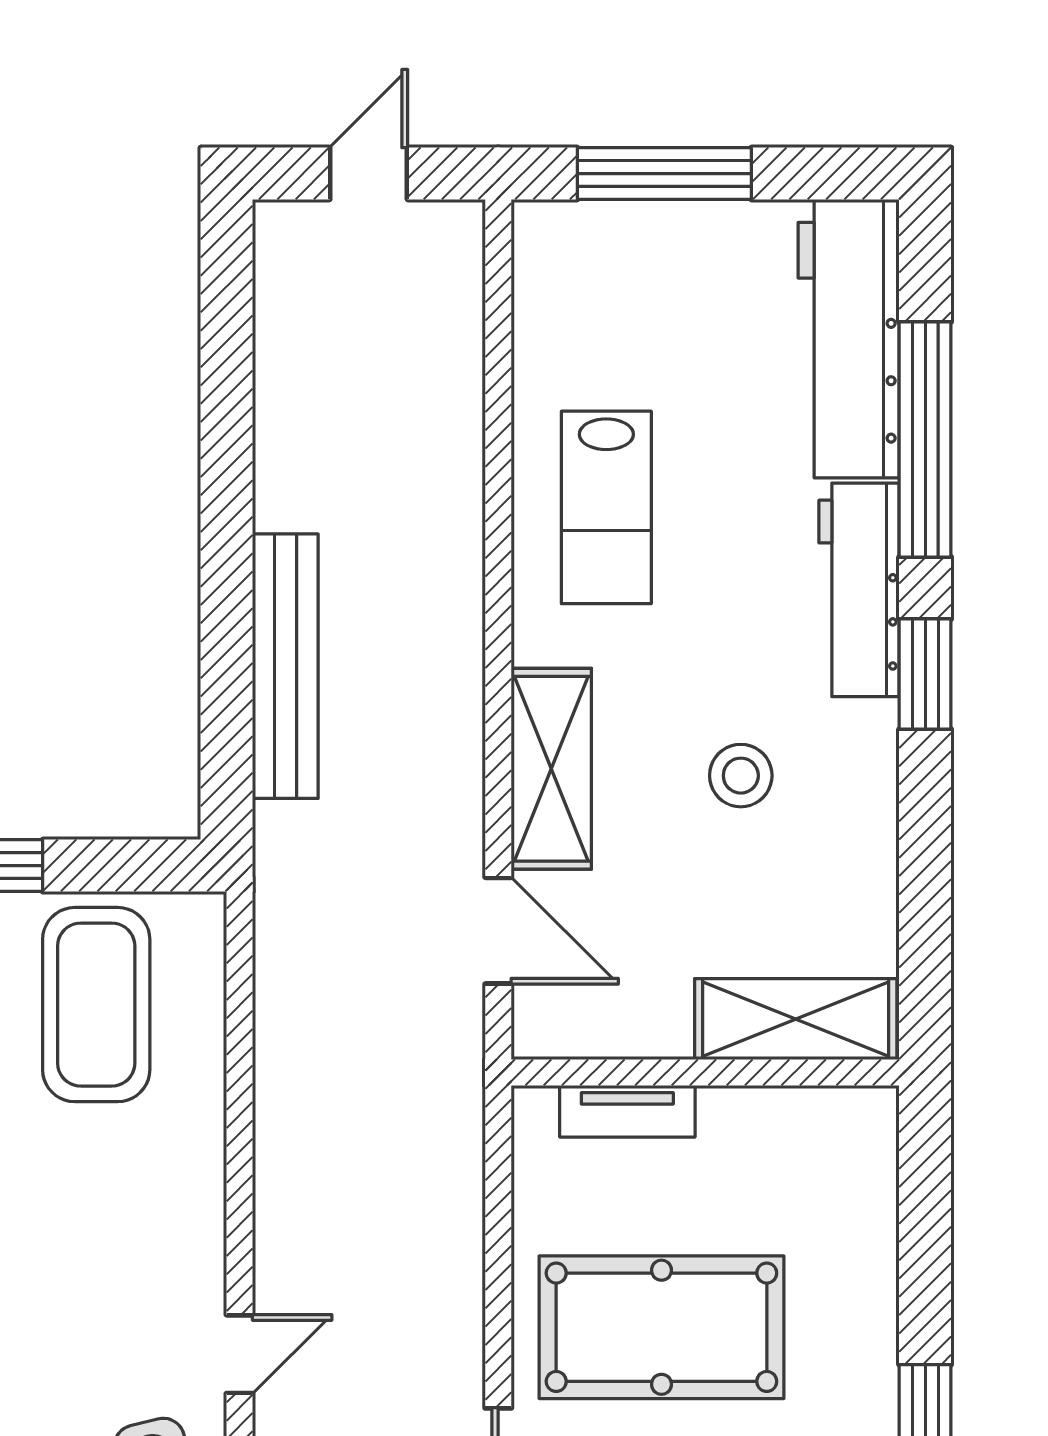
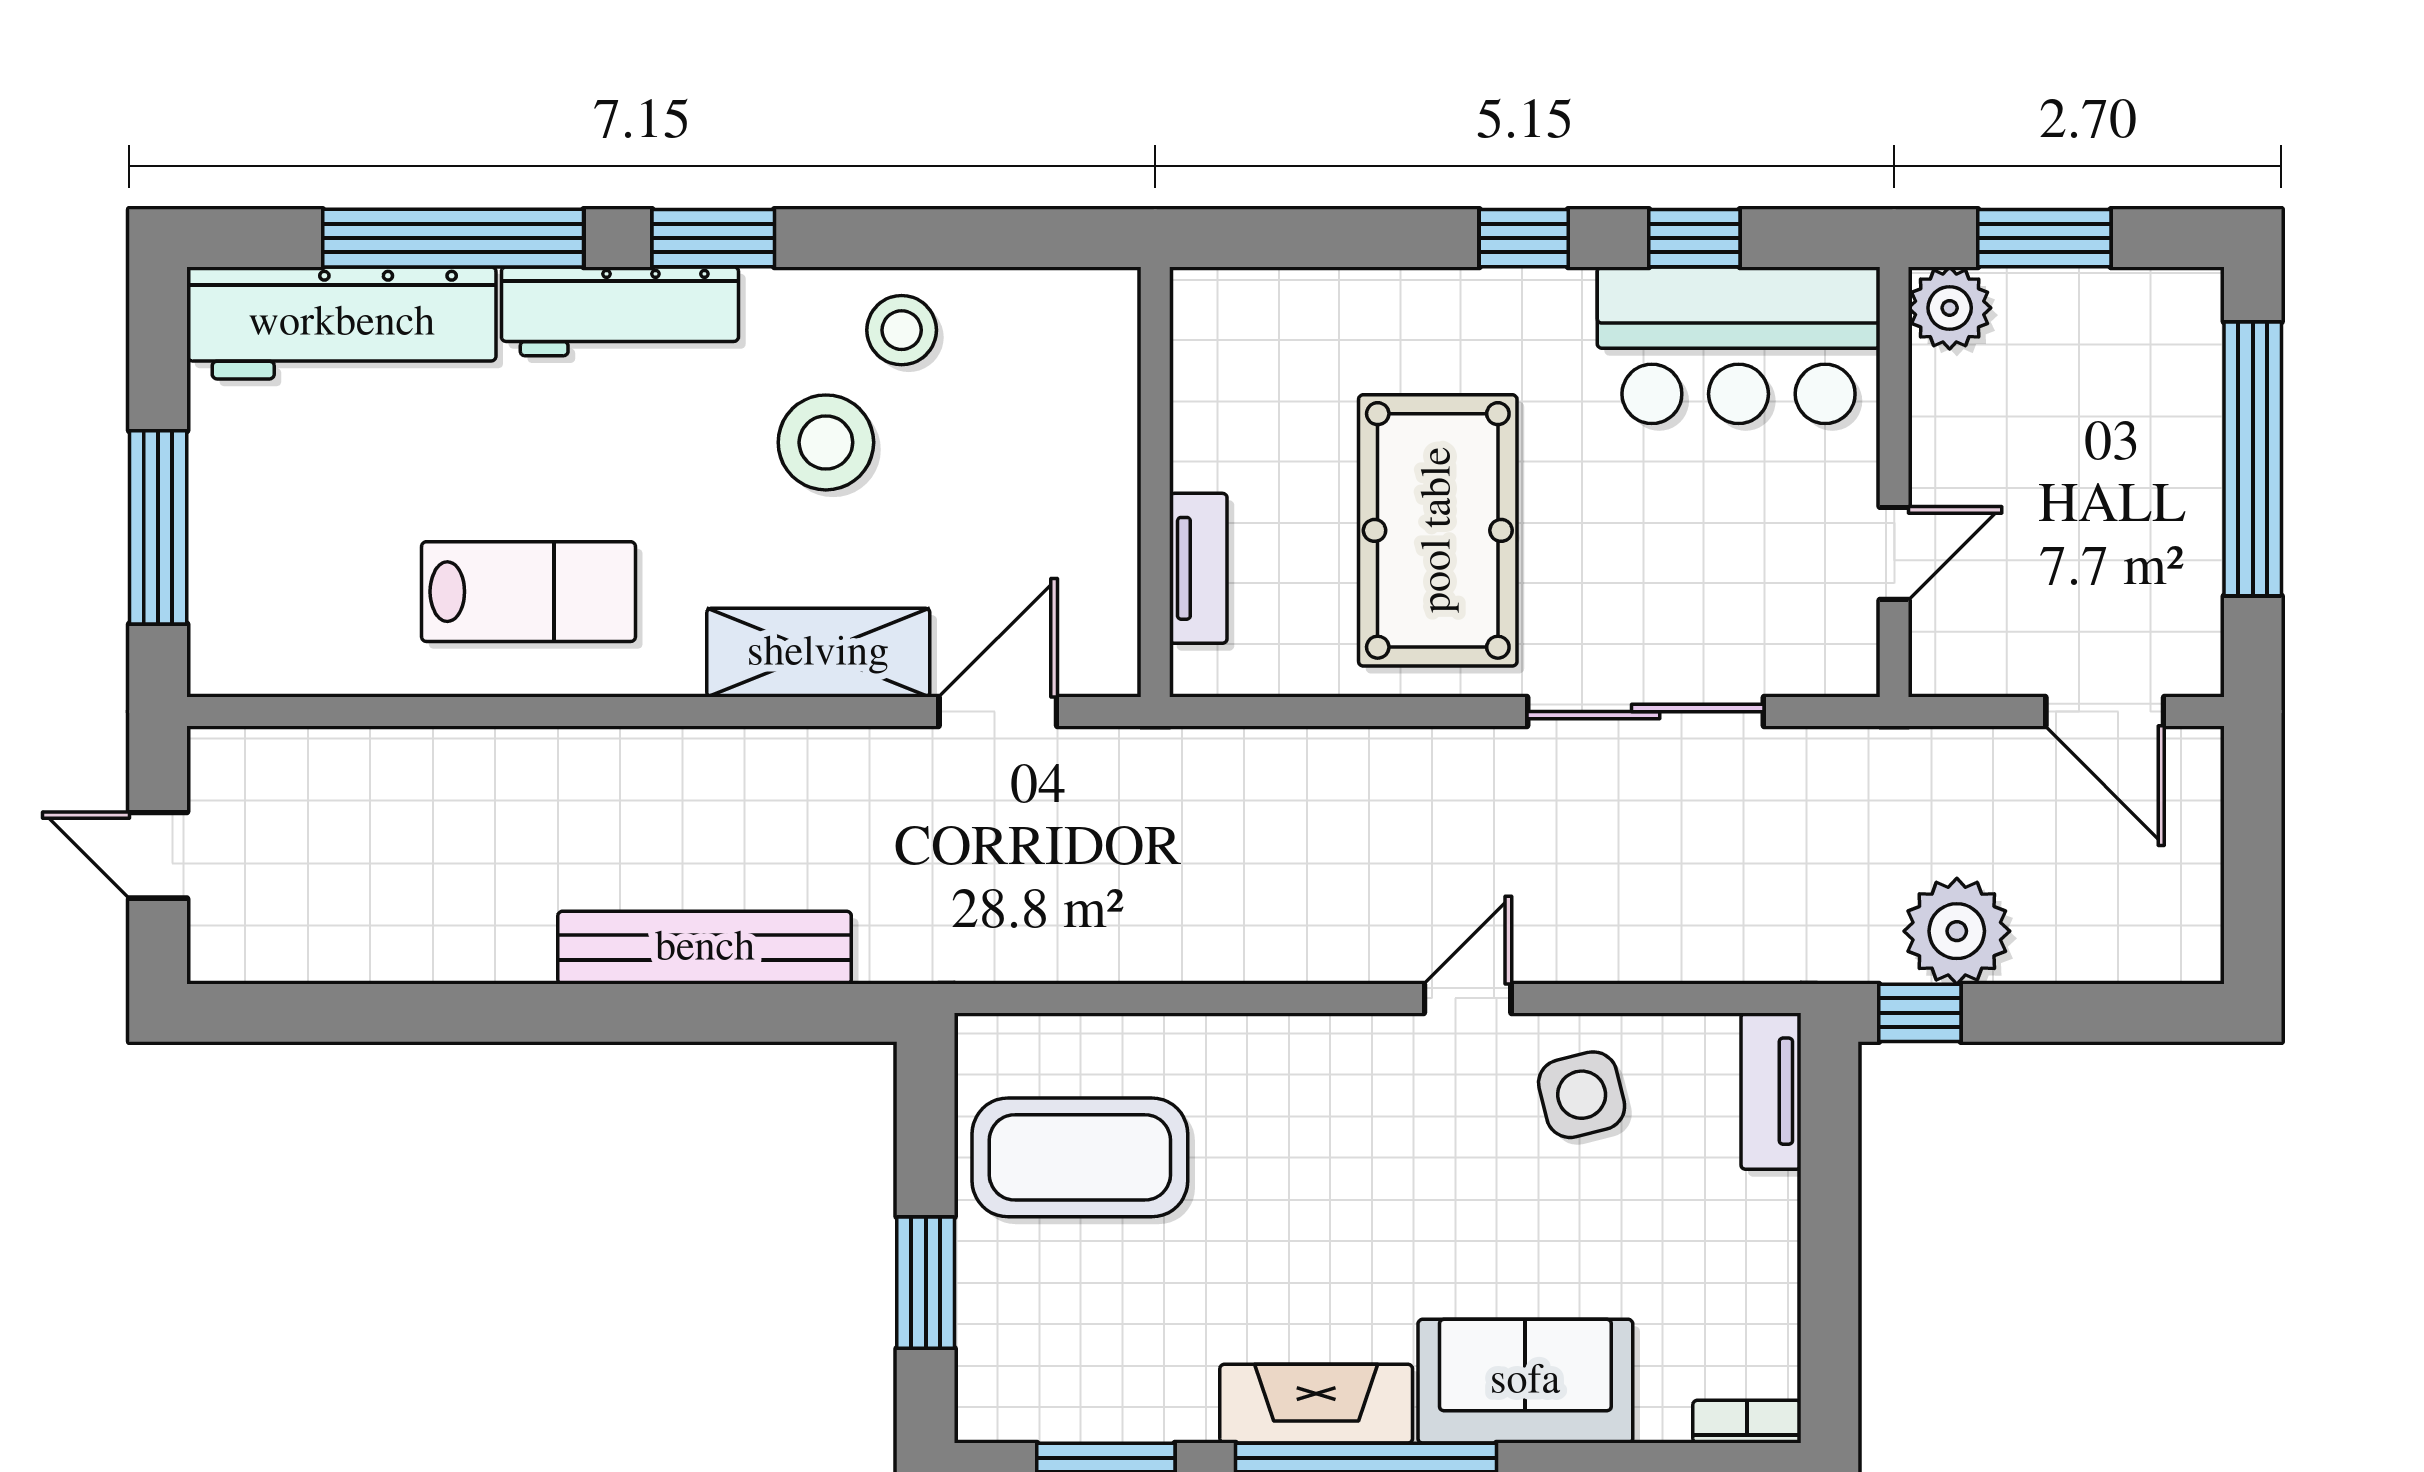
stool: (741, 776) -> (826, 442), width x1.38, depth x1.38
stool: (842, 844) -> (902, 330), added
shelving: (796, 1019) -> (1096, 382), removed
door: (240, 1354) -> (1468, 998), hinge flipped

